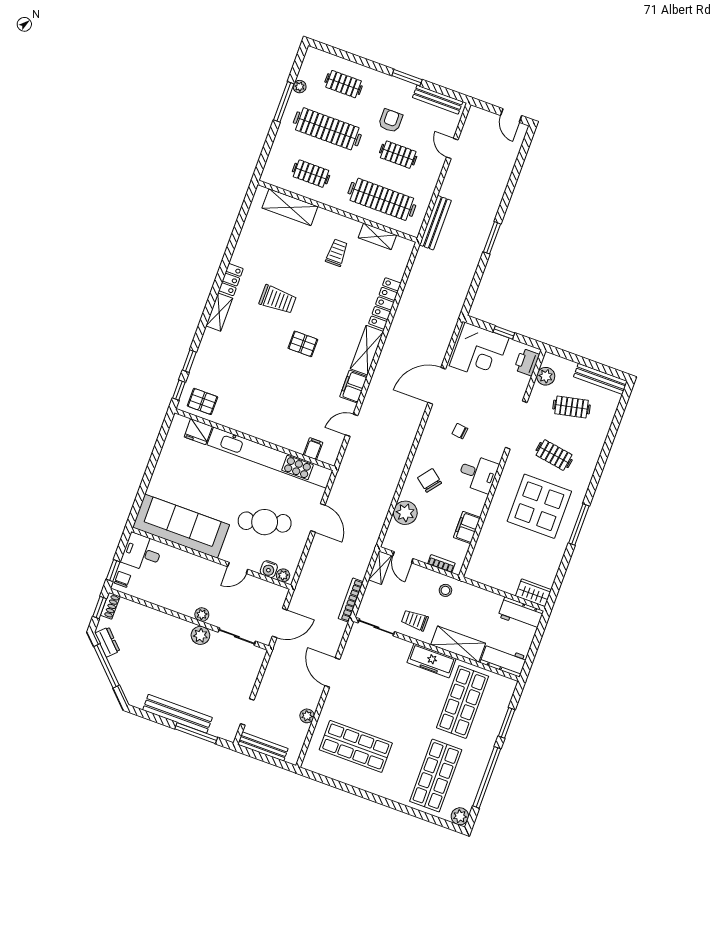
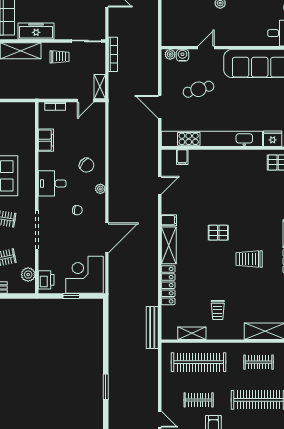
bench: (435, 223) -> (152, 328), moved
window: (492, 238) -> (106, 387), moved
filing cabinet: (353, 387) -> (169, 220), width x0.50
plant: (405, 513) -> (100, 189), moved, width x0.53, depth x0.53
cafe table: (265, 522) -> (198, 89), width x0.73, depth x0.74
door: (403, 557) -> (86, 100), swing flipped
stool: (445, 590) -> (45, 87), removed
door: (280, 623) -> (160, 18), removed

